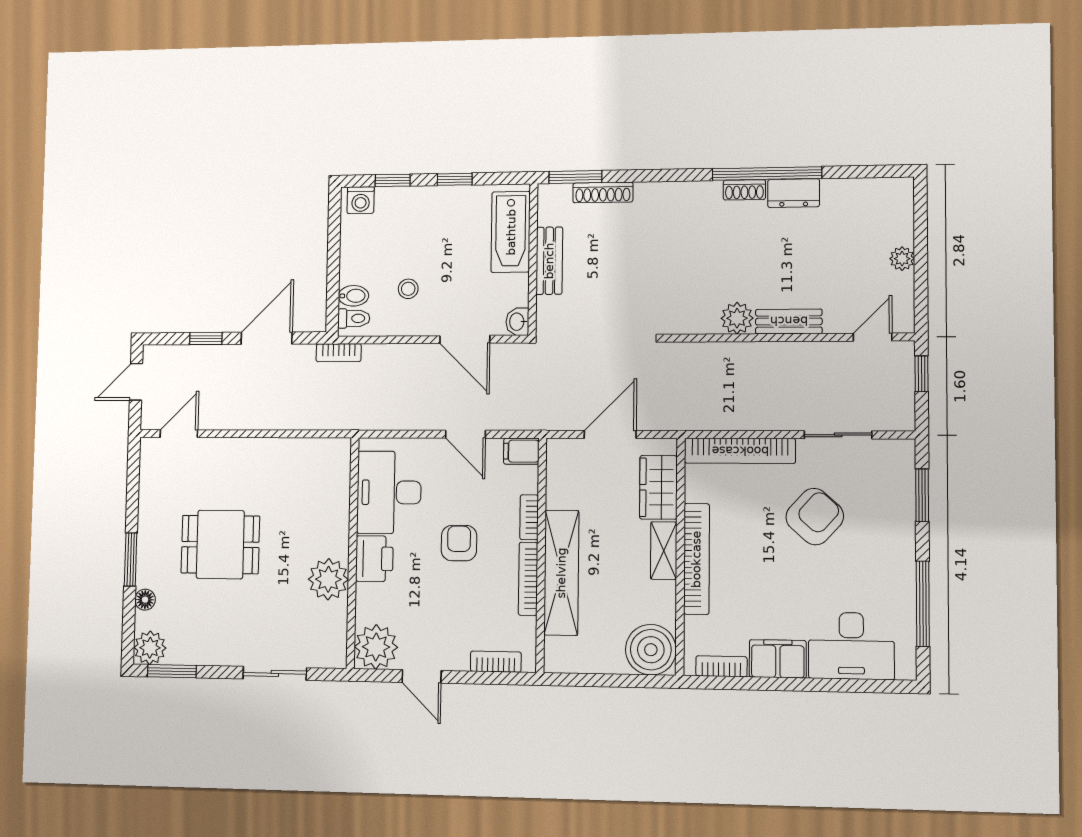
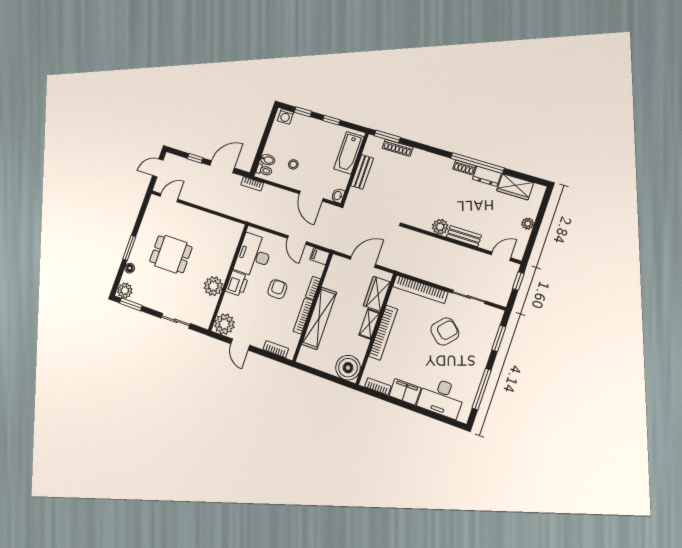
wardrobe: (854, 196) -> (515, 187), added

